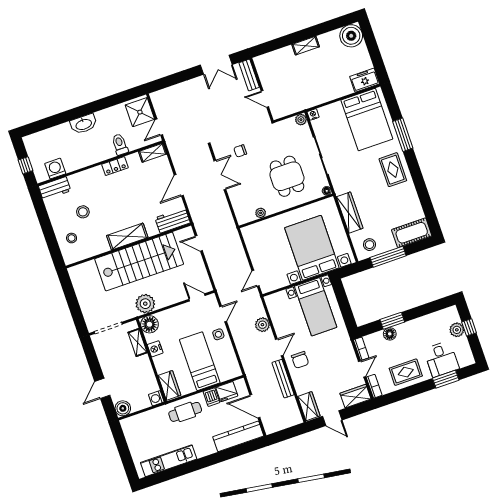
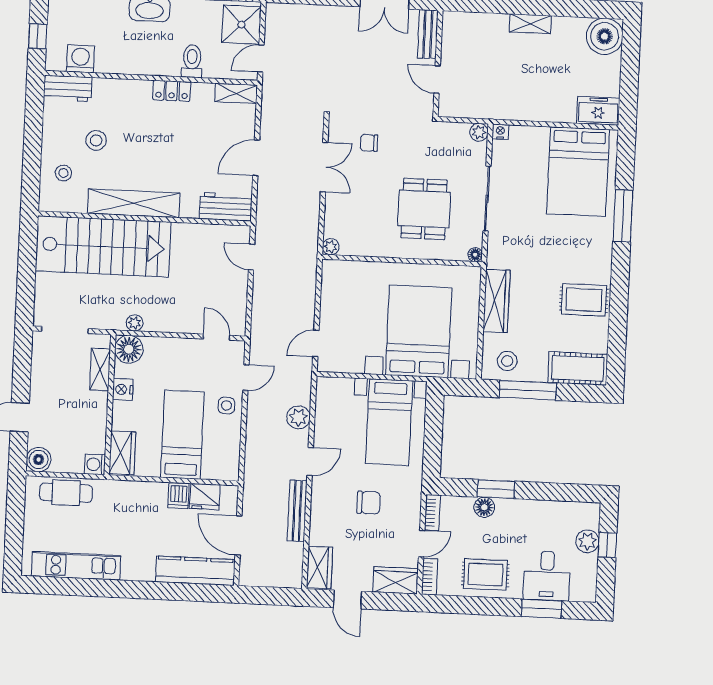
rug: (393, 170) -> (584, 300), moved, turned 90
plant: (261, 213) -> (331, 247), moved
shelving: (127, 236) -> (134, 203), width x1.47
stairs: (139, 262) -> (103, 246), moved
plant: (145, 304) -> (135, 323), width x0.53, depth x0.53
chair: (300, 360) -> (369, 503), moved, turned -90
cafe table: (185, 412) -> (66, 493), moved

